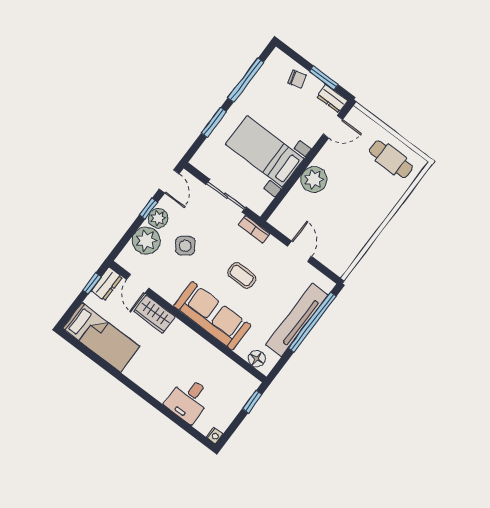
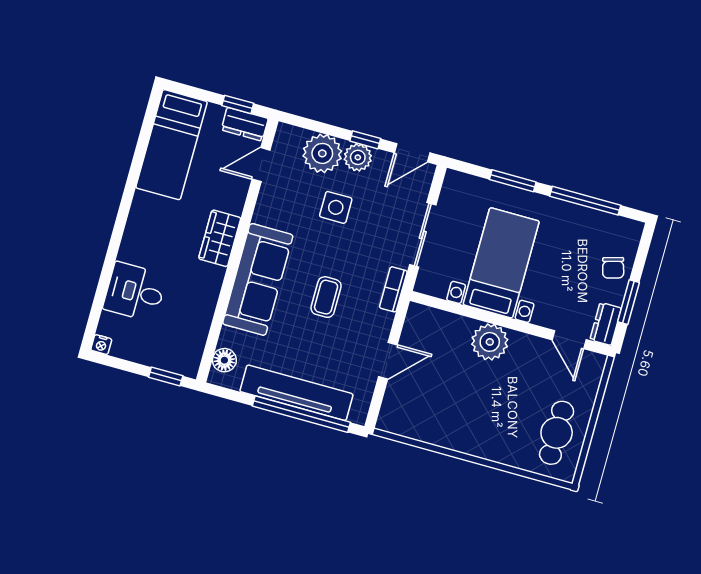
side table: (185, 246) -> (336, 207), turned 36
wardrobe: (154, 314) -> (220, 238), moved

